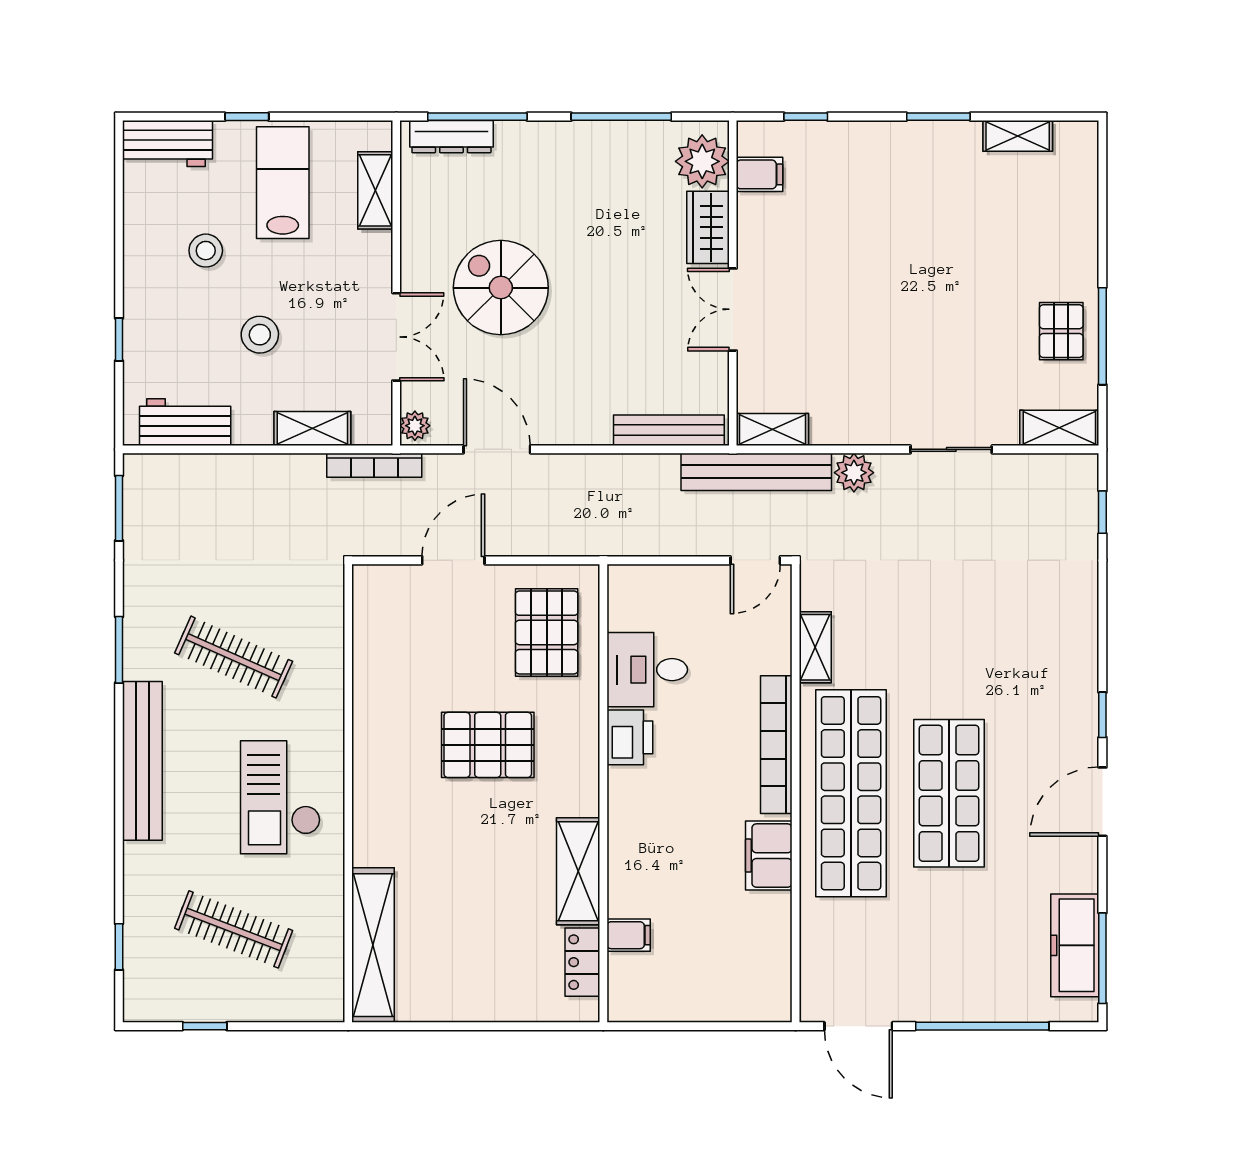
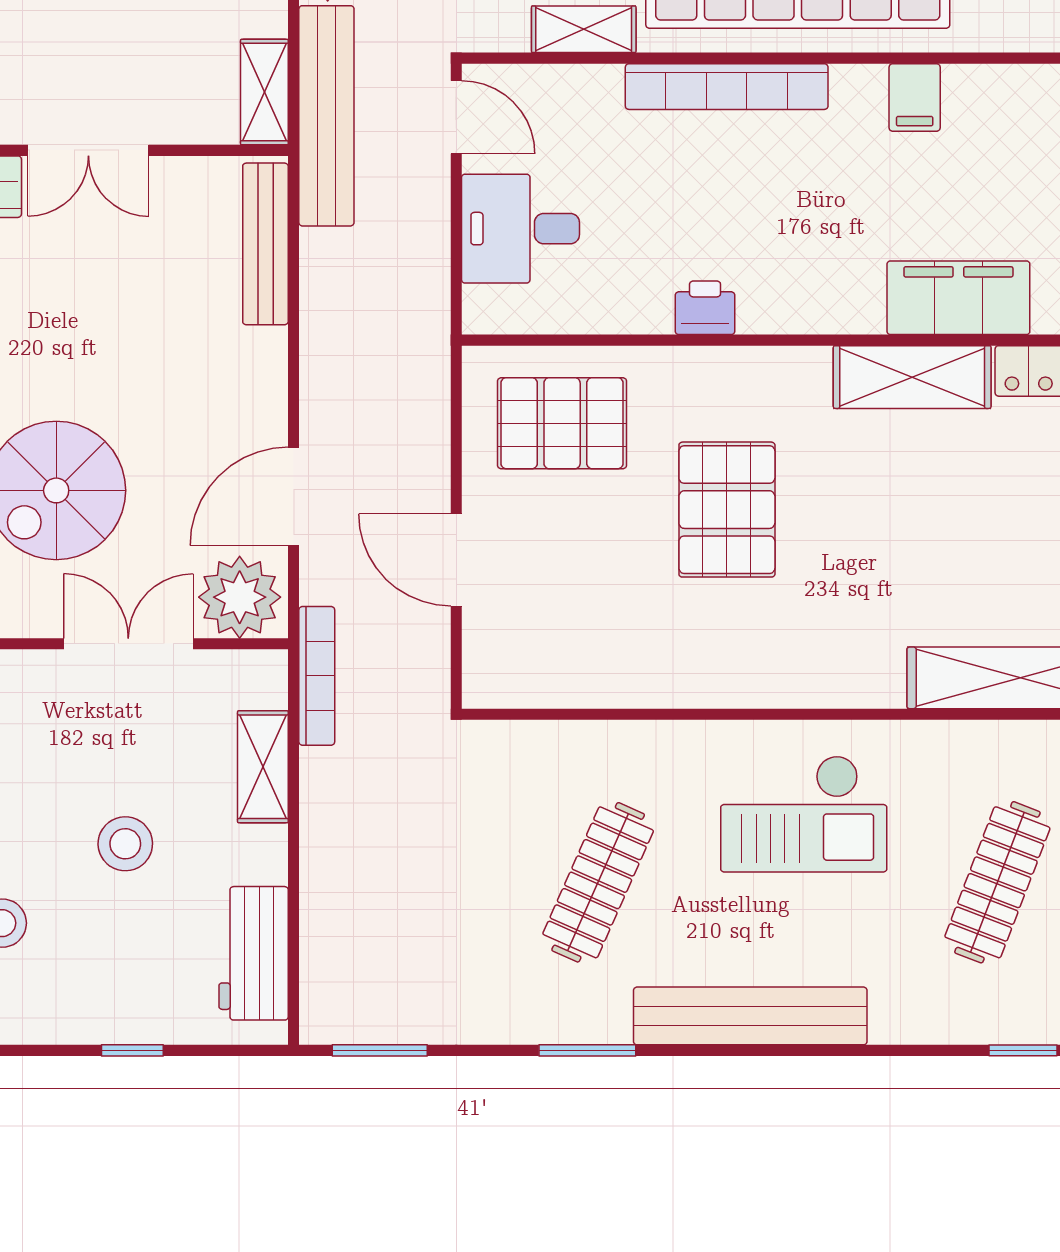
plant: (415, 426) -> (240, 597), width x1.87, depth x1.87
desk: (647, 670) -> (520, 229), moved, turned 90
printer: (630, 737) -> (705, 308), width x0.73, depth x0.81
filing cabinet: (769, 856) -> (915, 97), width x0.50
filing cabinet: (629, 935) -> (958, 298), width x3.00, depth x1.17

